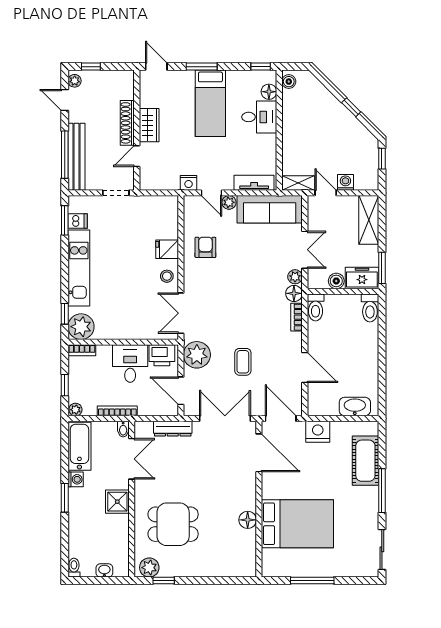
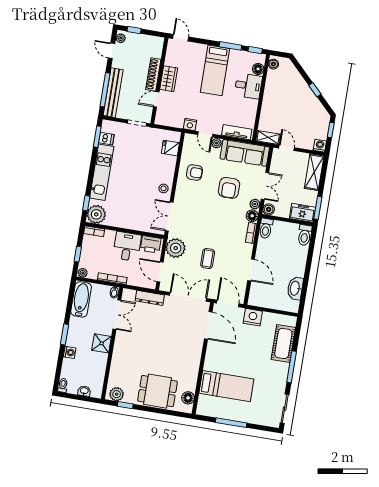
window: (202, 67) -> (230, 46), moved
washing machine: (345, 182) -> (320, 146), moved
armchair: (205, 247) -> (194, 172), turned 90
fridge: (167, 249) -> (170, 148), moved
armchair: (256, 261) -> (229, 188), added
boiler: (336, 281) -> (269, 209), moved
washbasin: (355, 407) -> (295, 288), moved, turned -90
washing machine: (76, 479) -> (70, 352), moved
floor lamp: (248, 520) -> (188, 398), moved
dining table: (173, 524) -> (158, 391), moved
bed: (297, 524) -> (226, 386), width x0.67

